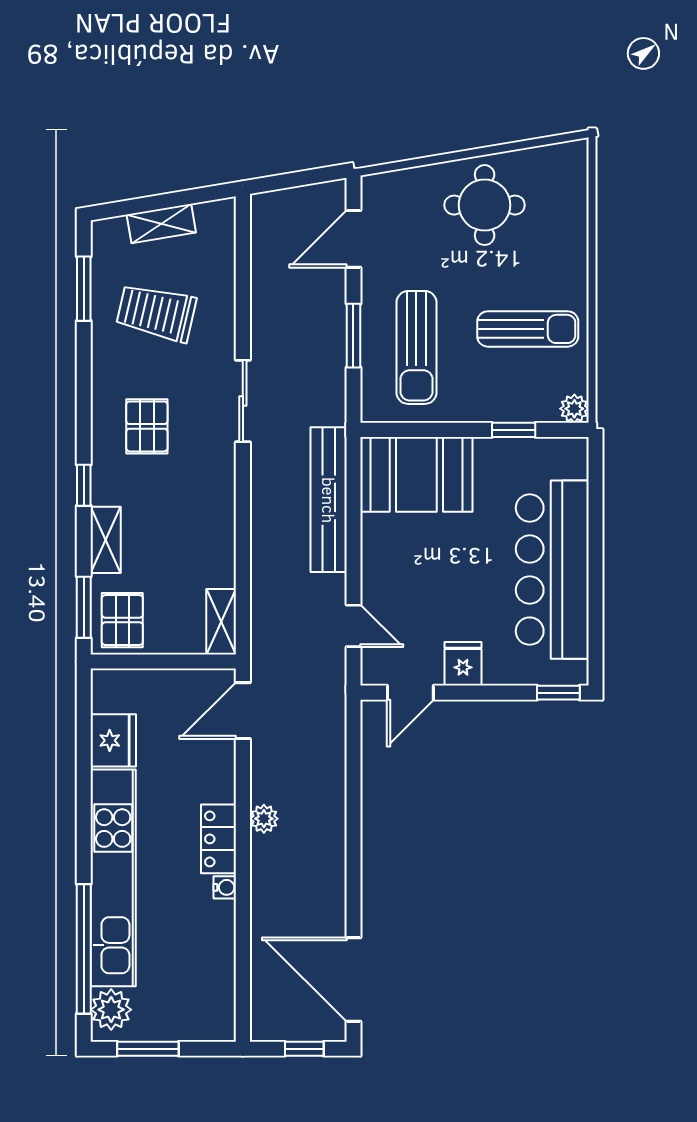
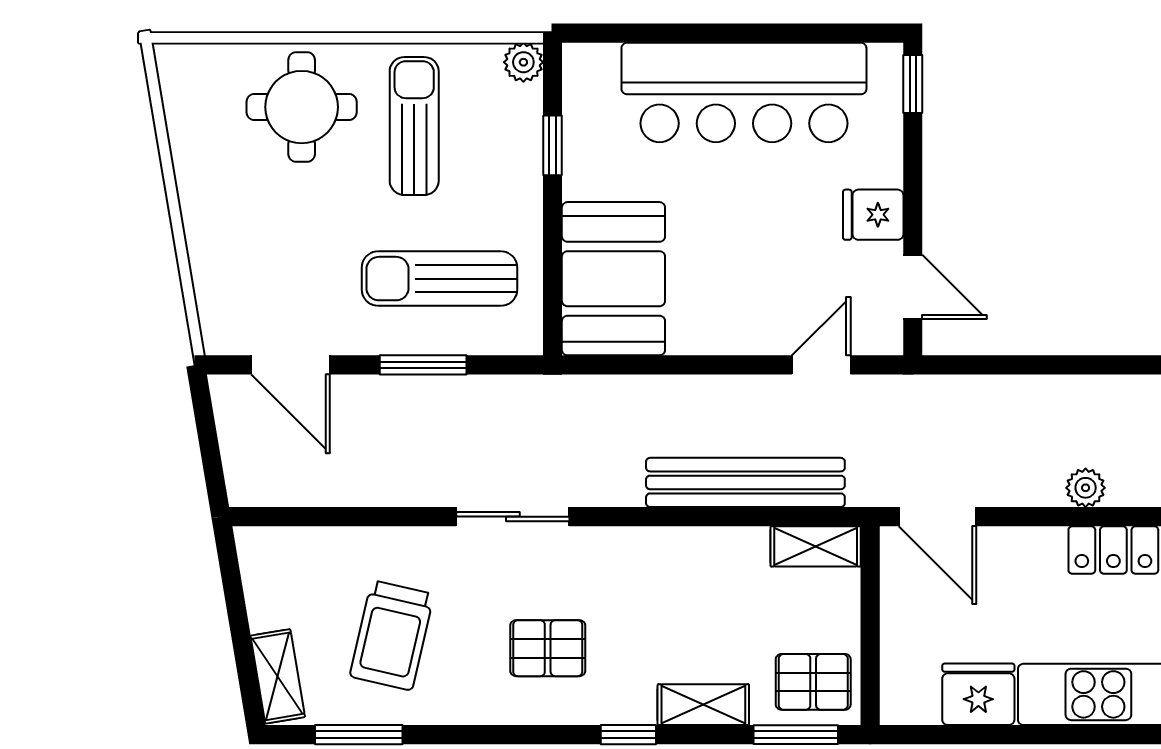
round table: (485, 205) -> (302, 107), moved
shelving: (161, 224) -> (278, 676), moved
sun lounger: (416, 347) -> (440, 279), turned 180
bench: (329, 500) -> (745, 482), moved

